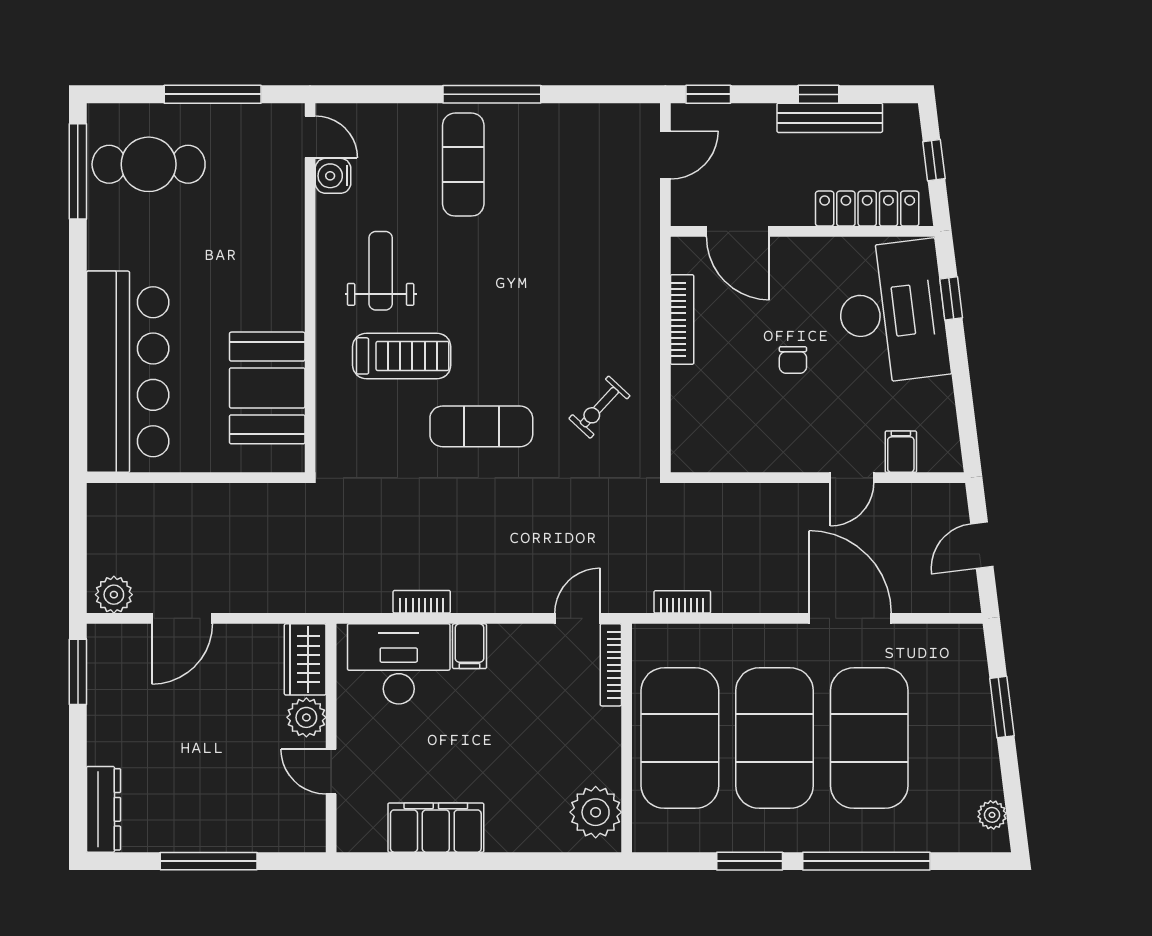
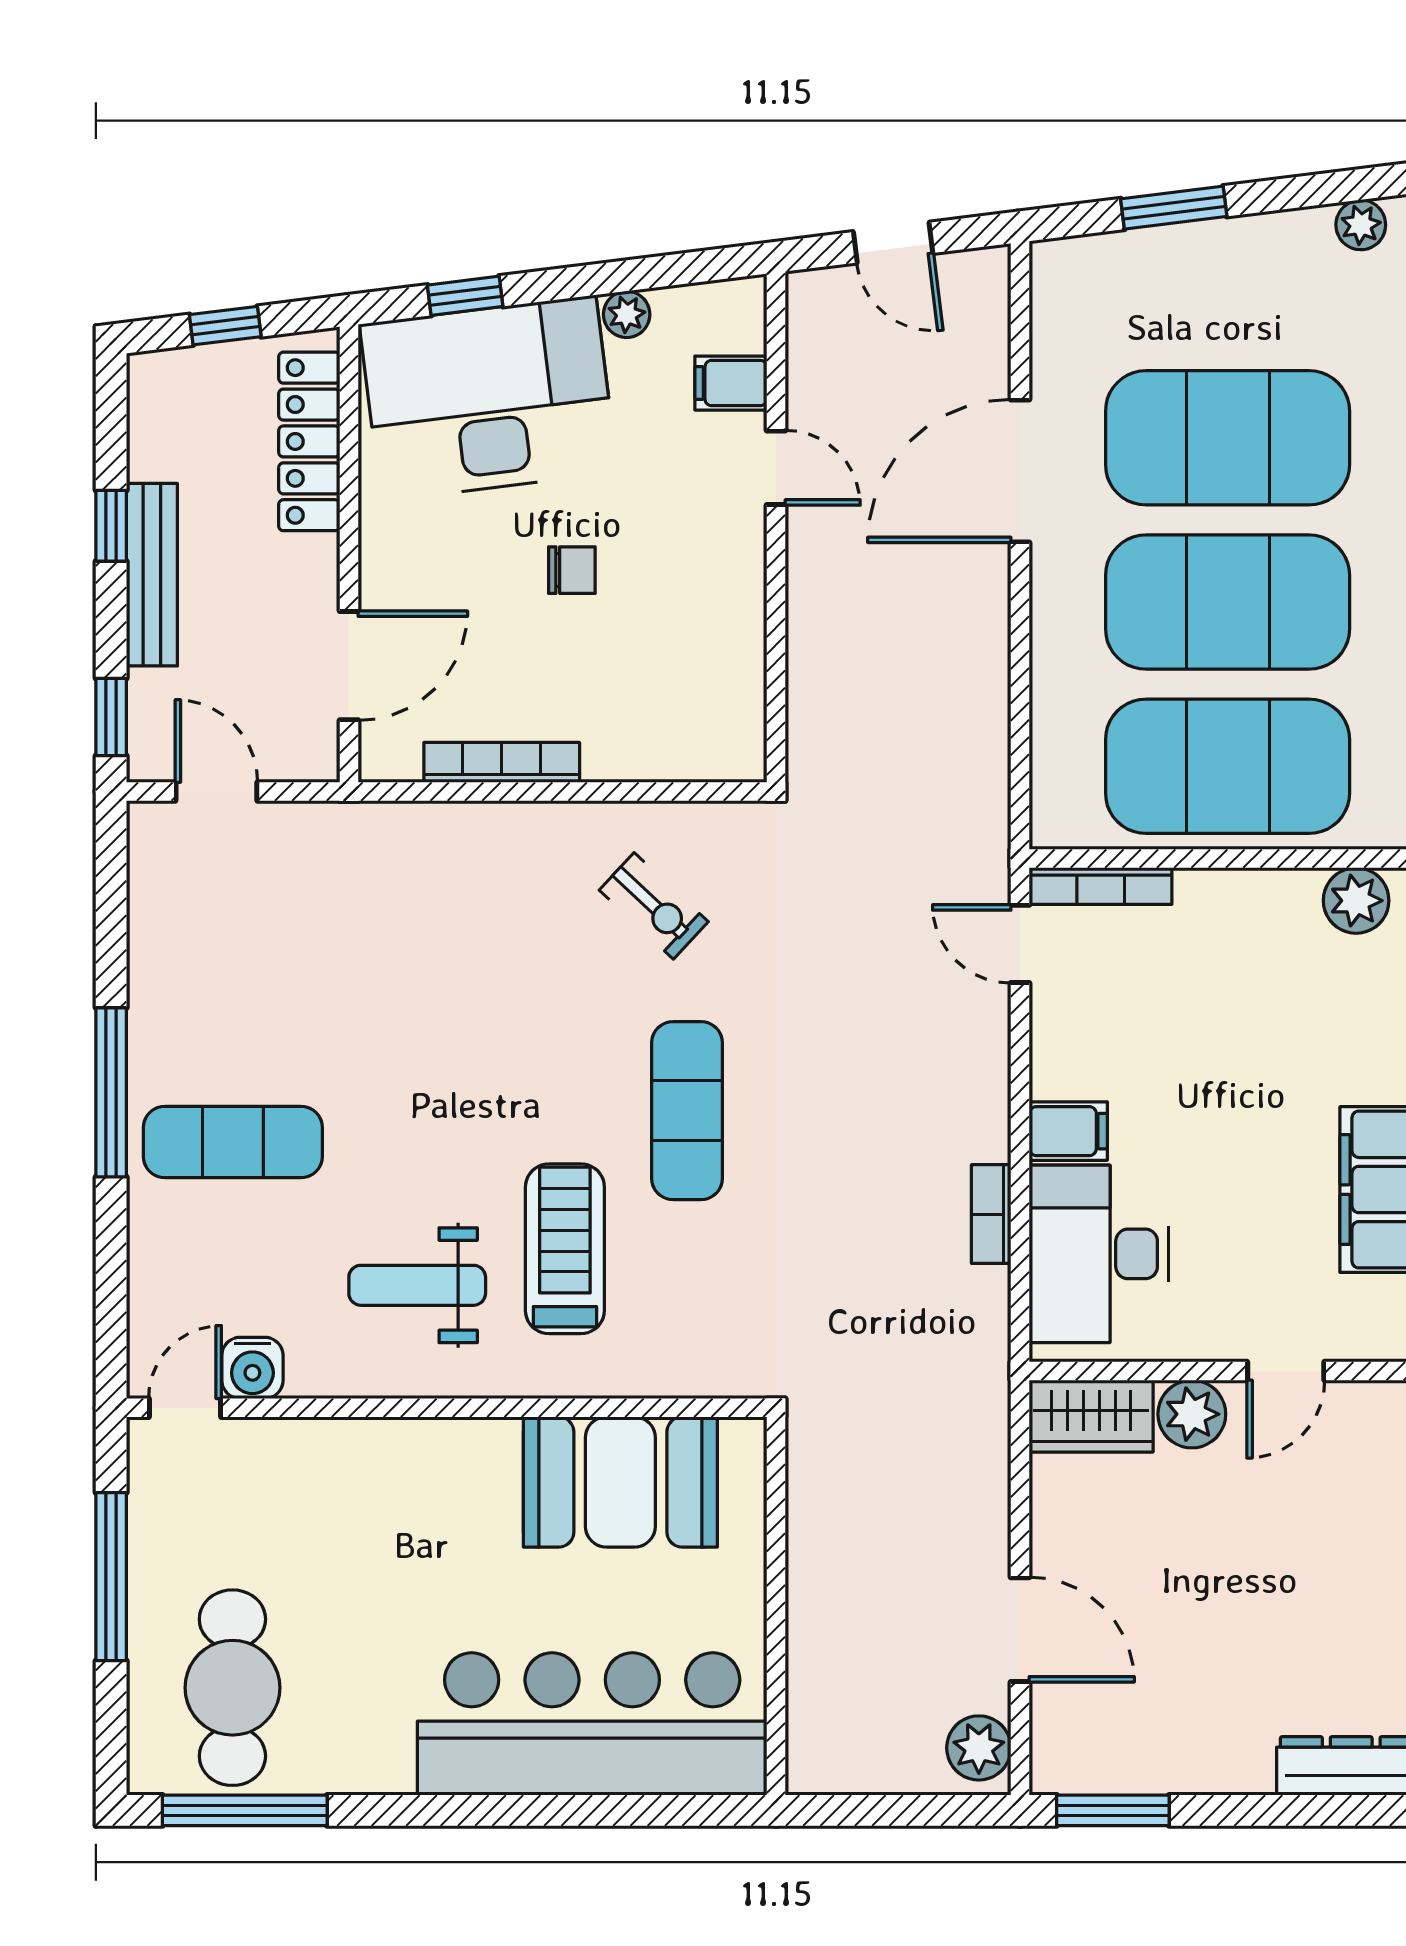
bench: (830, 118) -> (152, 575), moved
plant: (940, 392) -> (627, 314), added
bookcase: (682, 602) -> (991, 762), removed
plant: (596, 812) -> (1356, 901), width x0.73, depth x0.73

